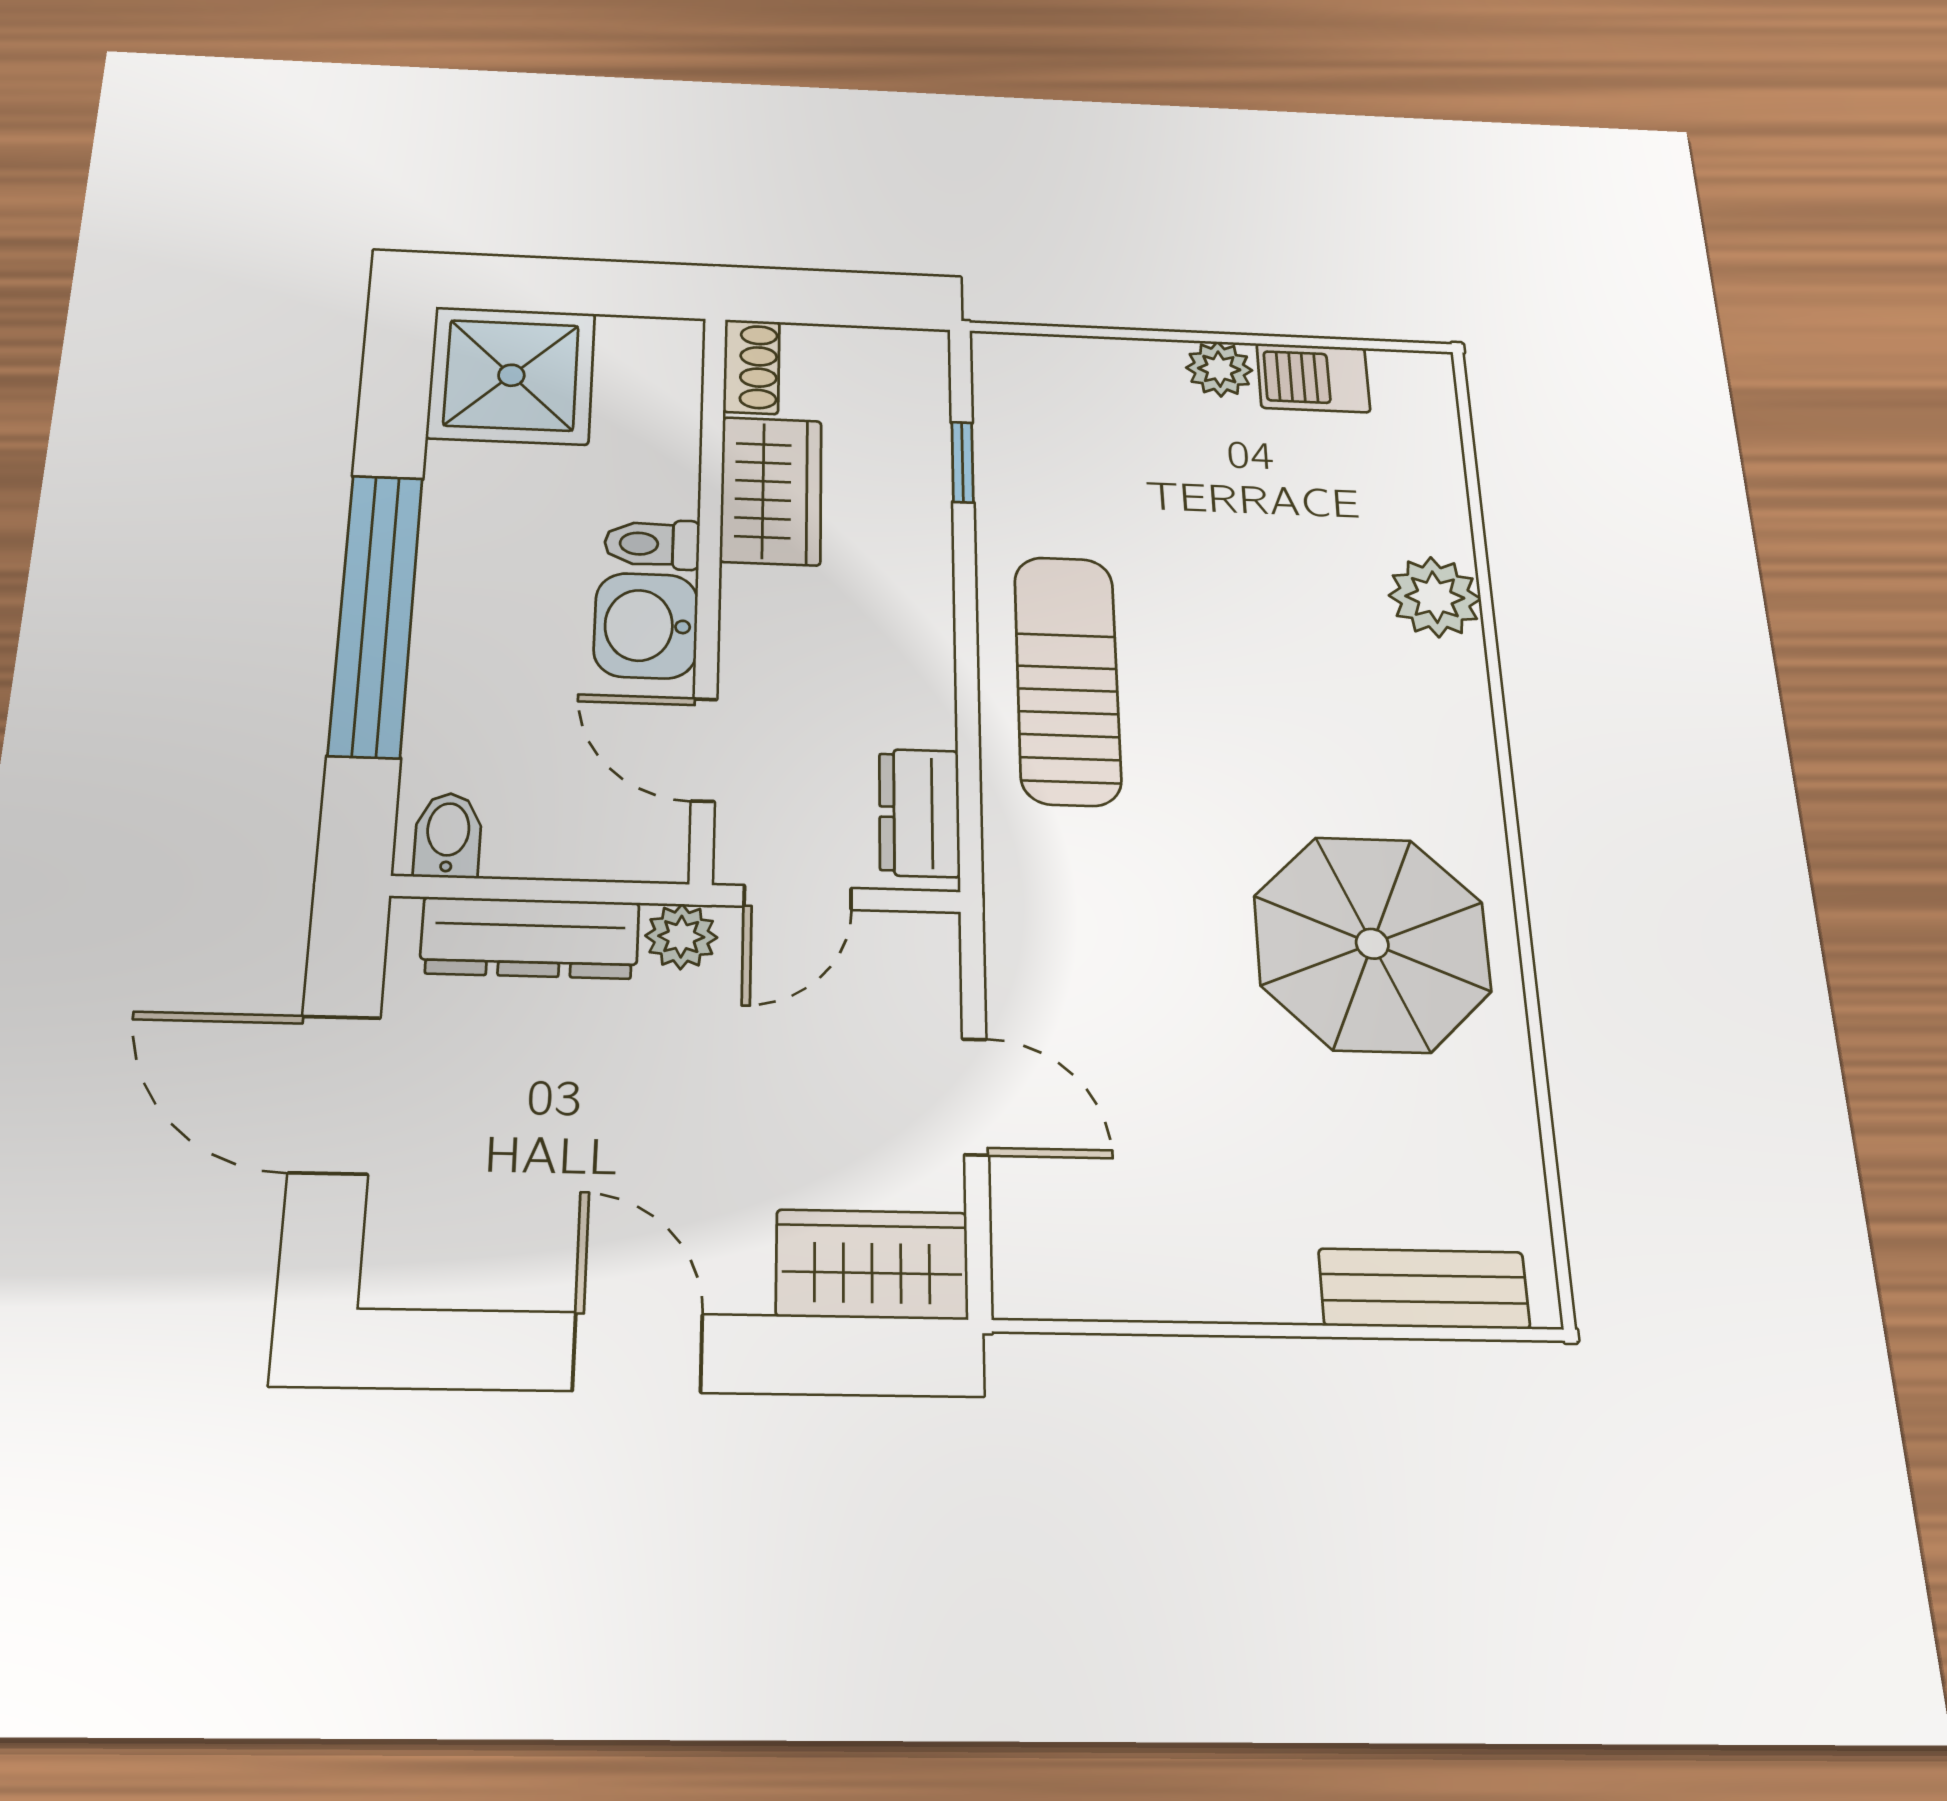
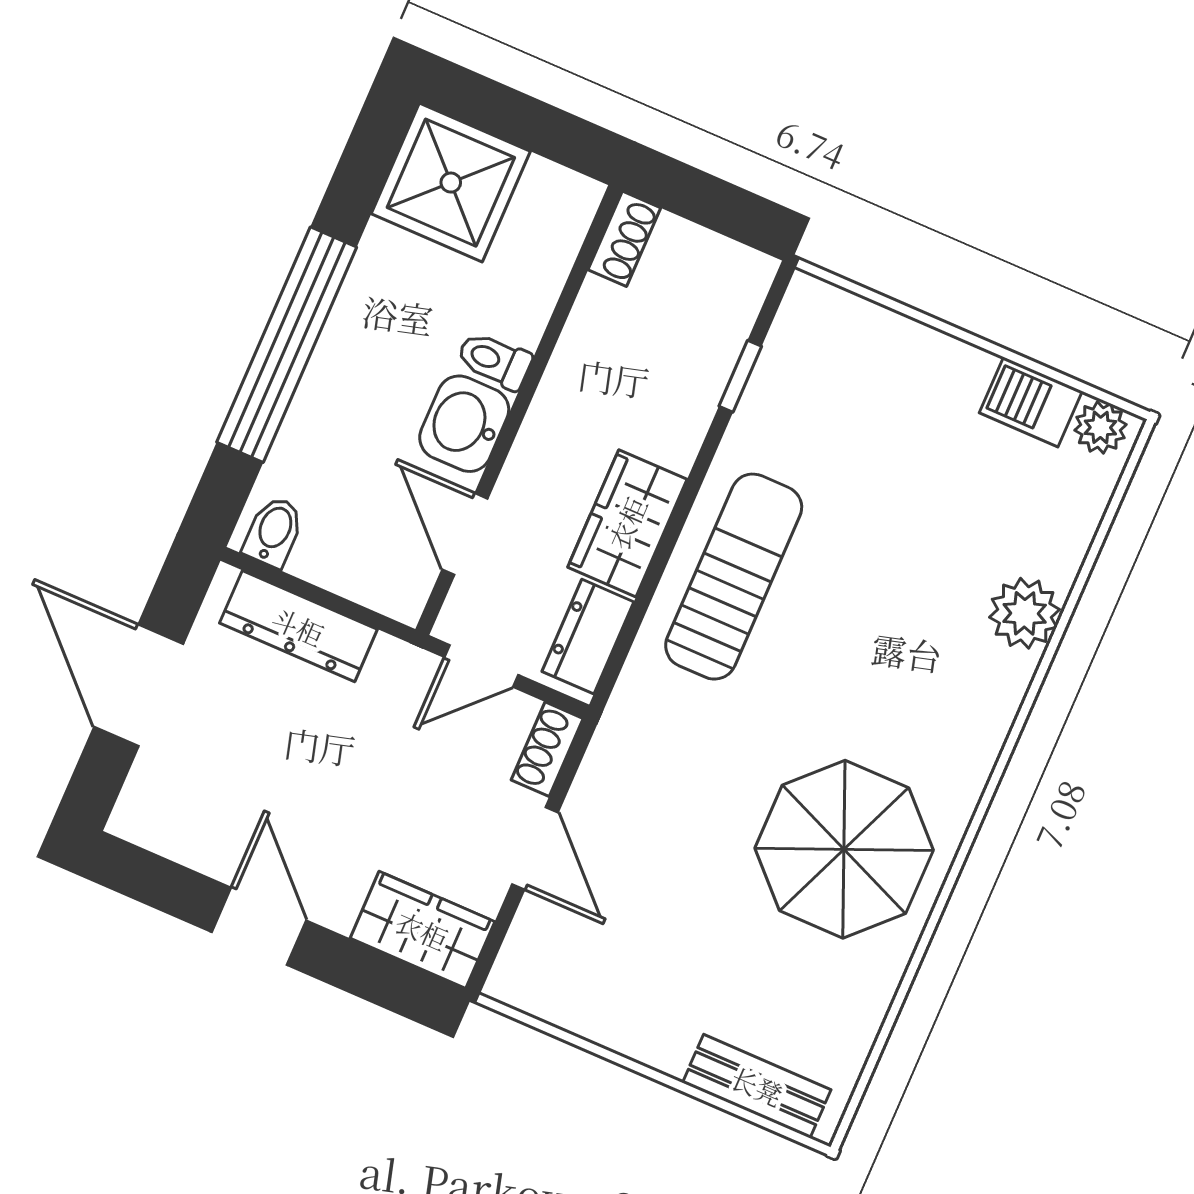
plant: (1219, 369) -> (1100, 427), moved
wardrobe: (771, 491) -> (627, 523), moved, turned 180
plant: (681, 937) -> (395, 664), removed
shoe rack: (932, 967) -> (547, 749), added

